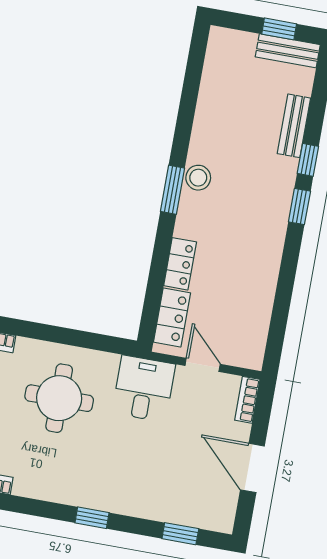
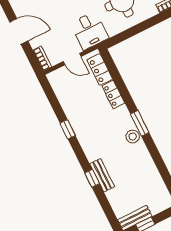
bench: (294, 126) -> (102, 175), moved
window: (299, 206) -> (68, 129), moved

